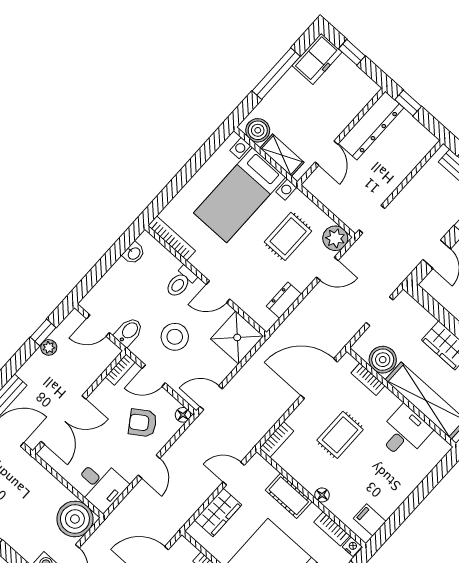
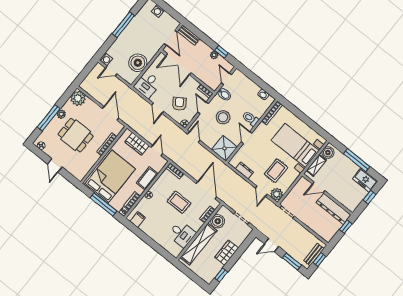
rug: (288, 236) -> (276, 171), turned 90
door: (149, 467) -> (158, 108), hinge flipped
boiler: (75, 519) -> (138, 63), moved

